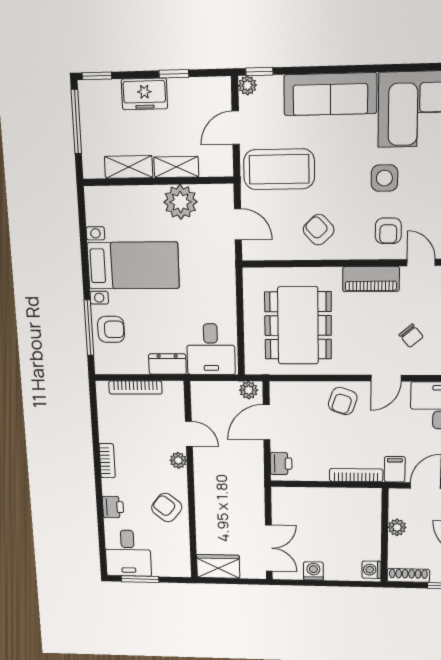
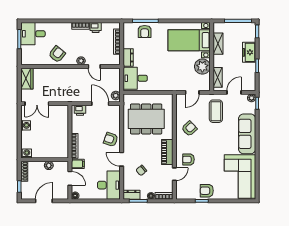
door: (236, 128) -> (234, 92), hinge flipped
shelving: (176, 167) -> (218, 77), moved
coffee table: (279, 169) -> (216, 111), width x0.73, depth x0.76
side table: (384, 178) -> (211, 158), removed
bed with nightstands: (133, 265) -> (189, 40), moved, turned 90
door: (189, 434) -> (94, 66), hinge flipped
printer: (113, 507) -> (96, 28), moved

